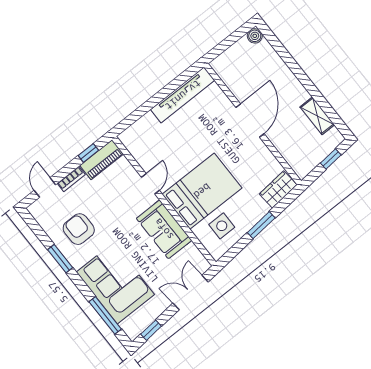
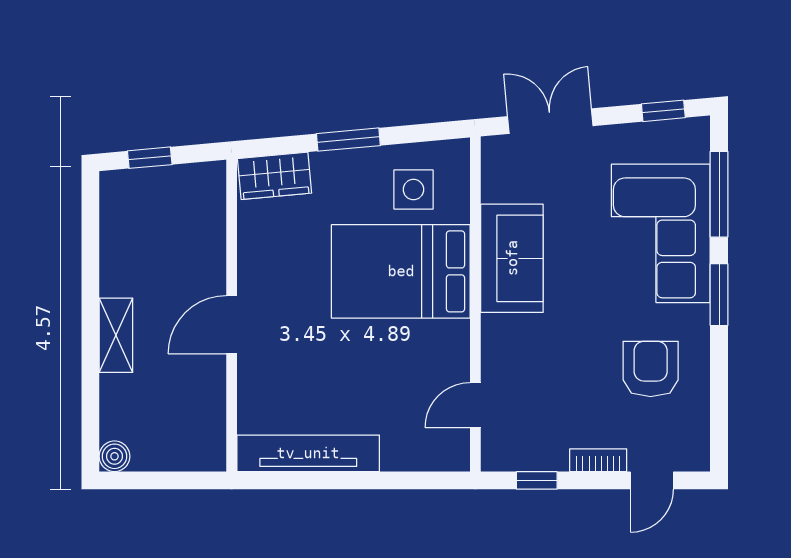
shelving: (317, 116) -> (116, 335), moved
door: (250, 121) -> (232, 325), width x0.73
piano: (102, 160) -> (524, 452), removed
door: (150, 184) -> (475, 405), moved
armchair: (79, 229) -> (651, 369), turned 180
window: (60, 259) -> (719, 295), moved
double door: (191, 293) -> (550, 121), swing flipped

